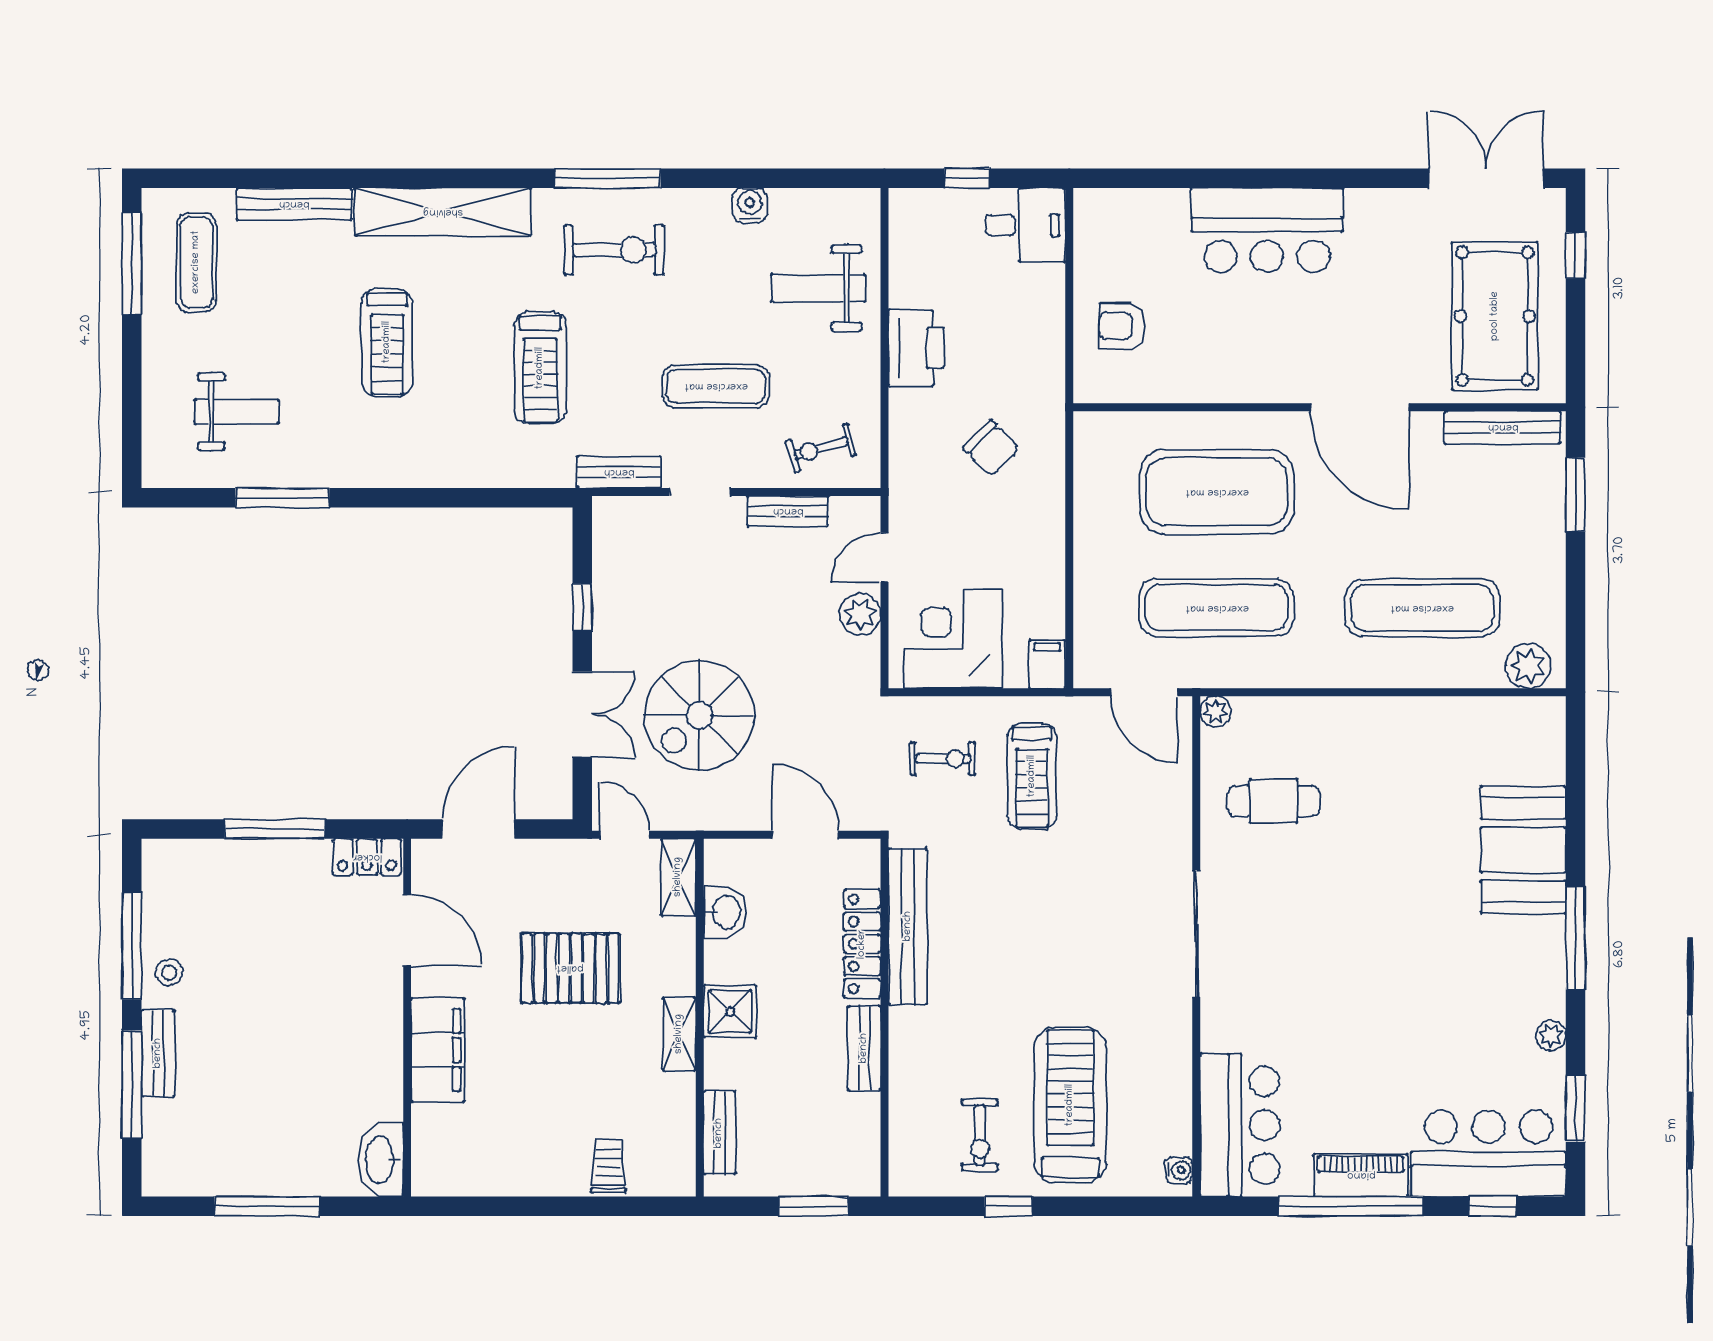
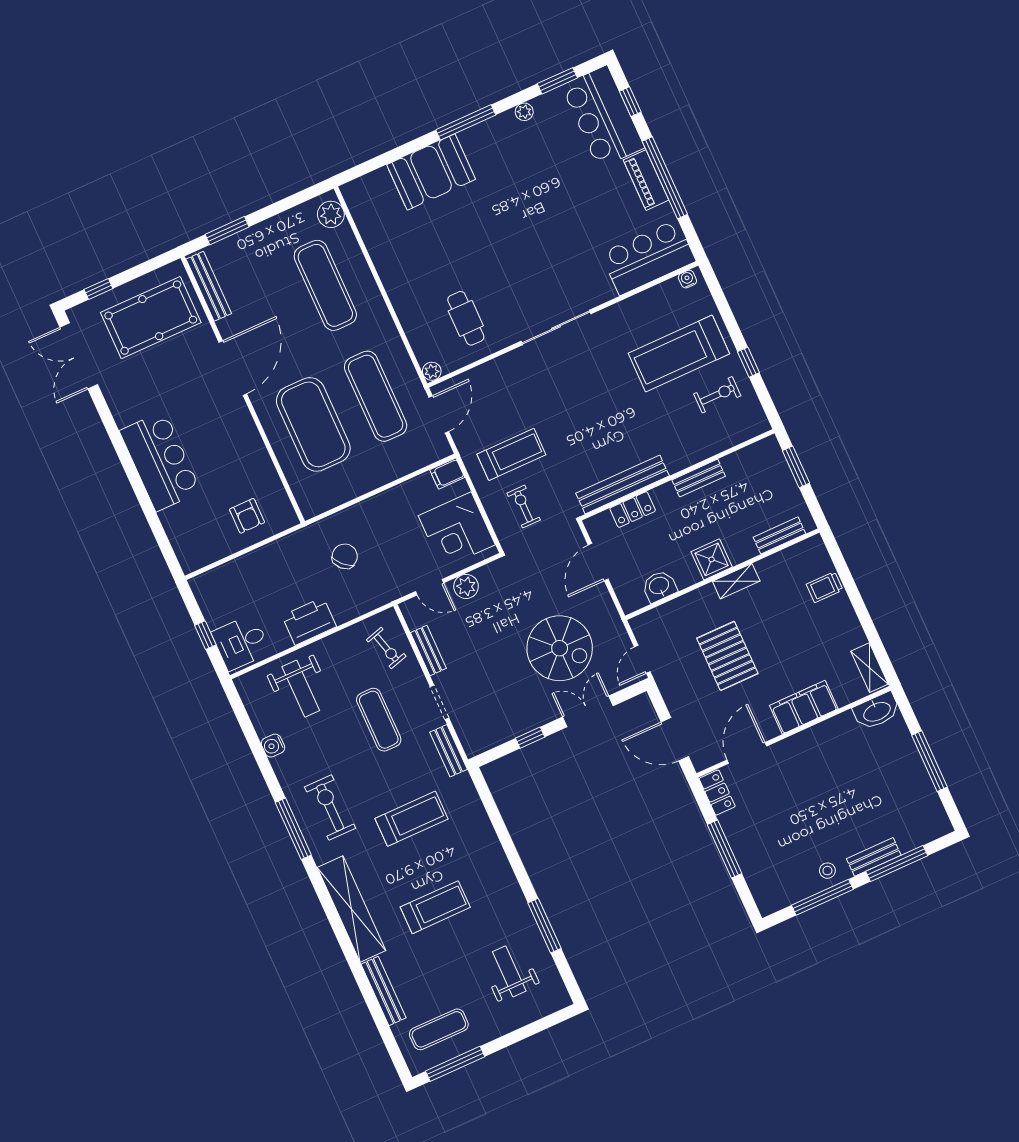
desk: (1025, 225) -> (241, 642), moved, turned -90
shelving: (678, 877) -> (870, 668), moved, turned 90
locker: (862, 944) -> (633, 510), width x0.66

